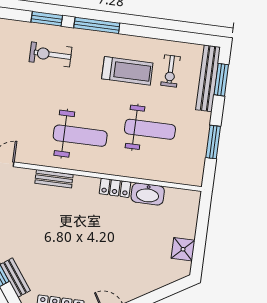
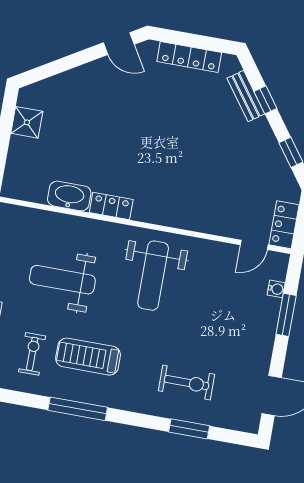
window: (97, 25) -> (78, 409), moved
weight bench: (80, 136) -> (153, 276), turned -90
bench: (54, 179) -> (190, 221), removed

